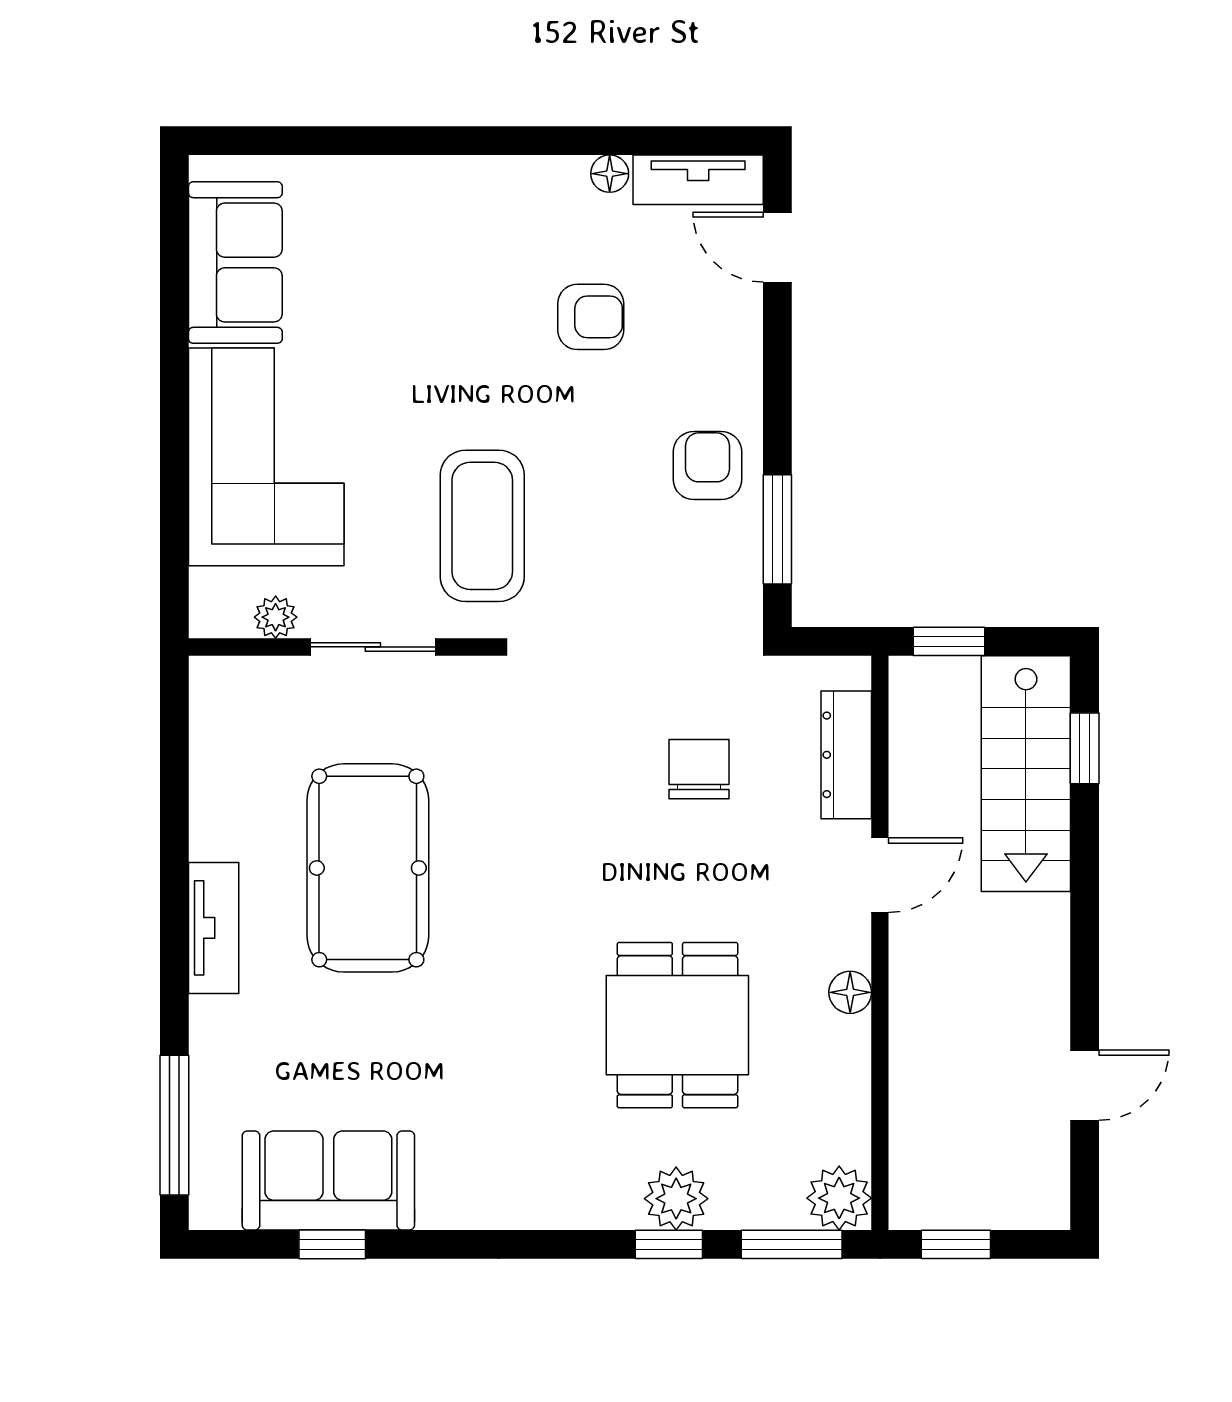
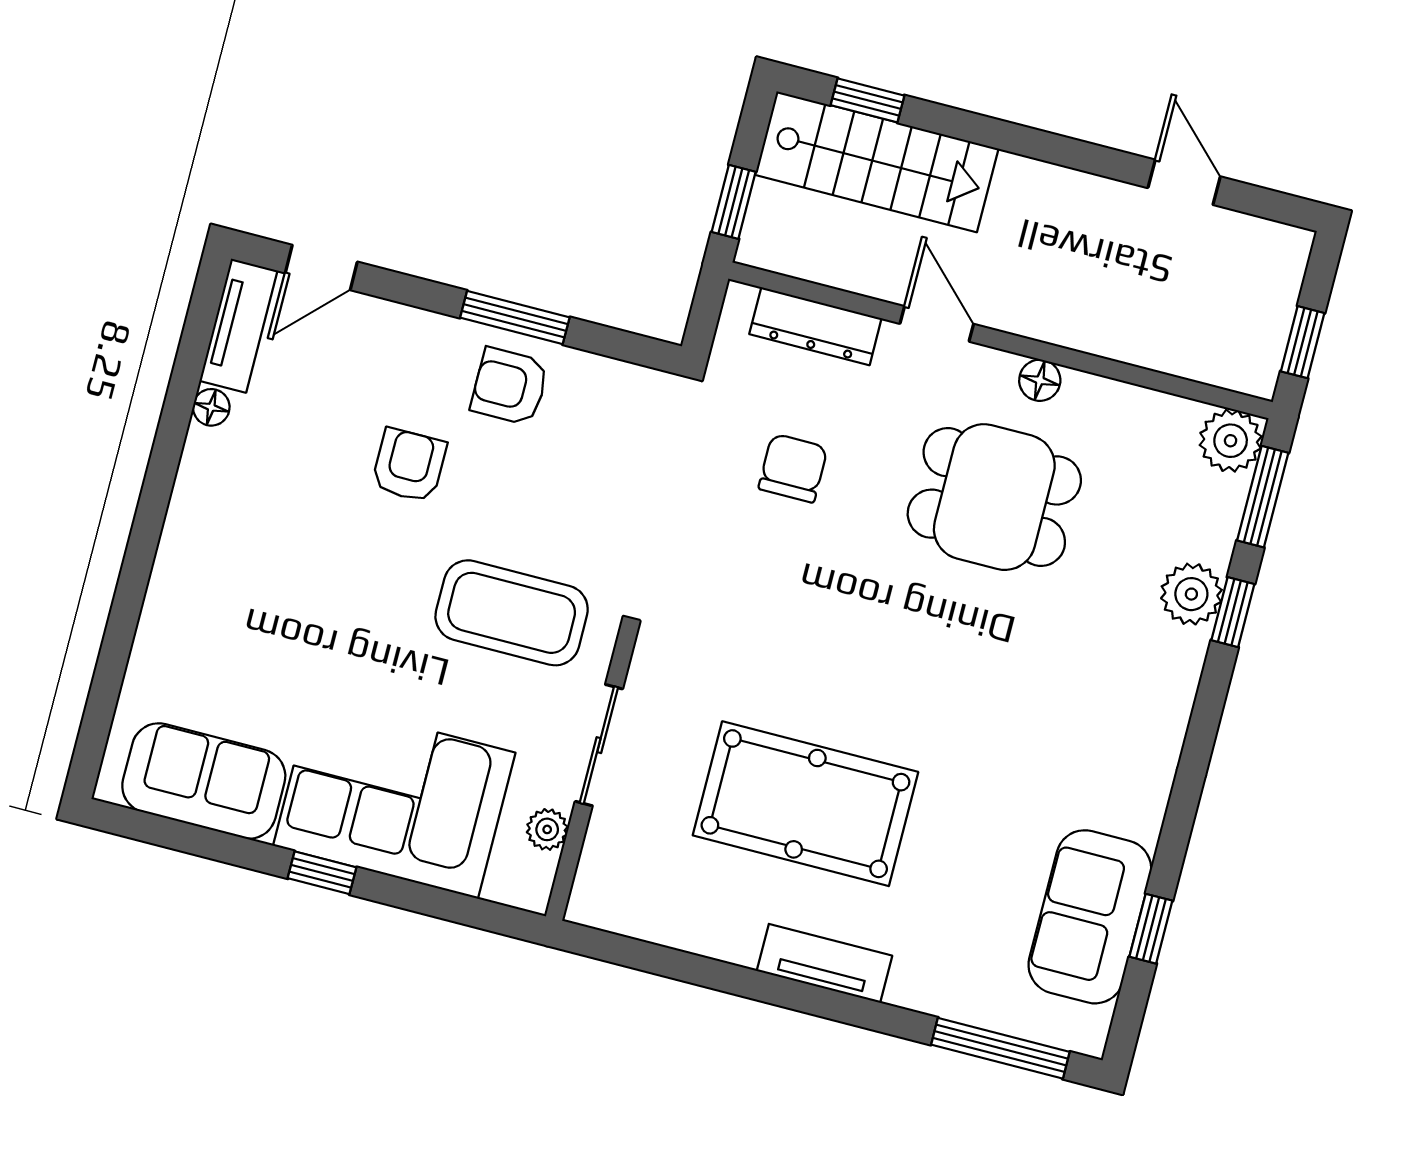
armchair: (591, 317) -> (409, 465), moved
window: (174, 404) -> (322, 873), added
window: (777, 529) -> (515, 317), moved
chair: (699, 769) -> (793, 468), turned 90
dining table: (677, 1025) -> (994, 497), moved

